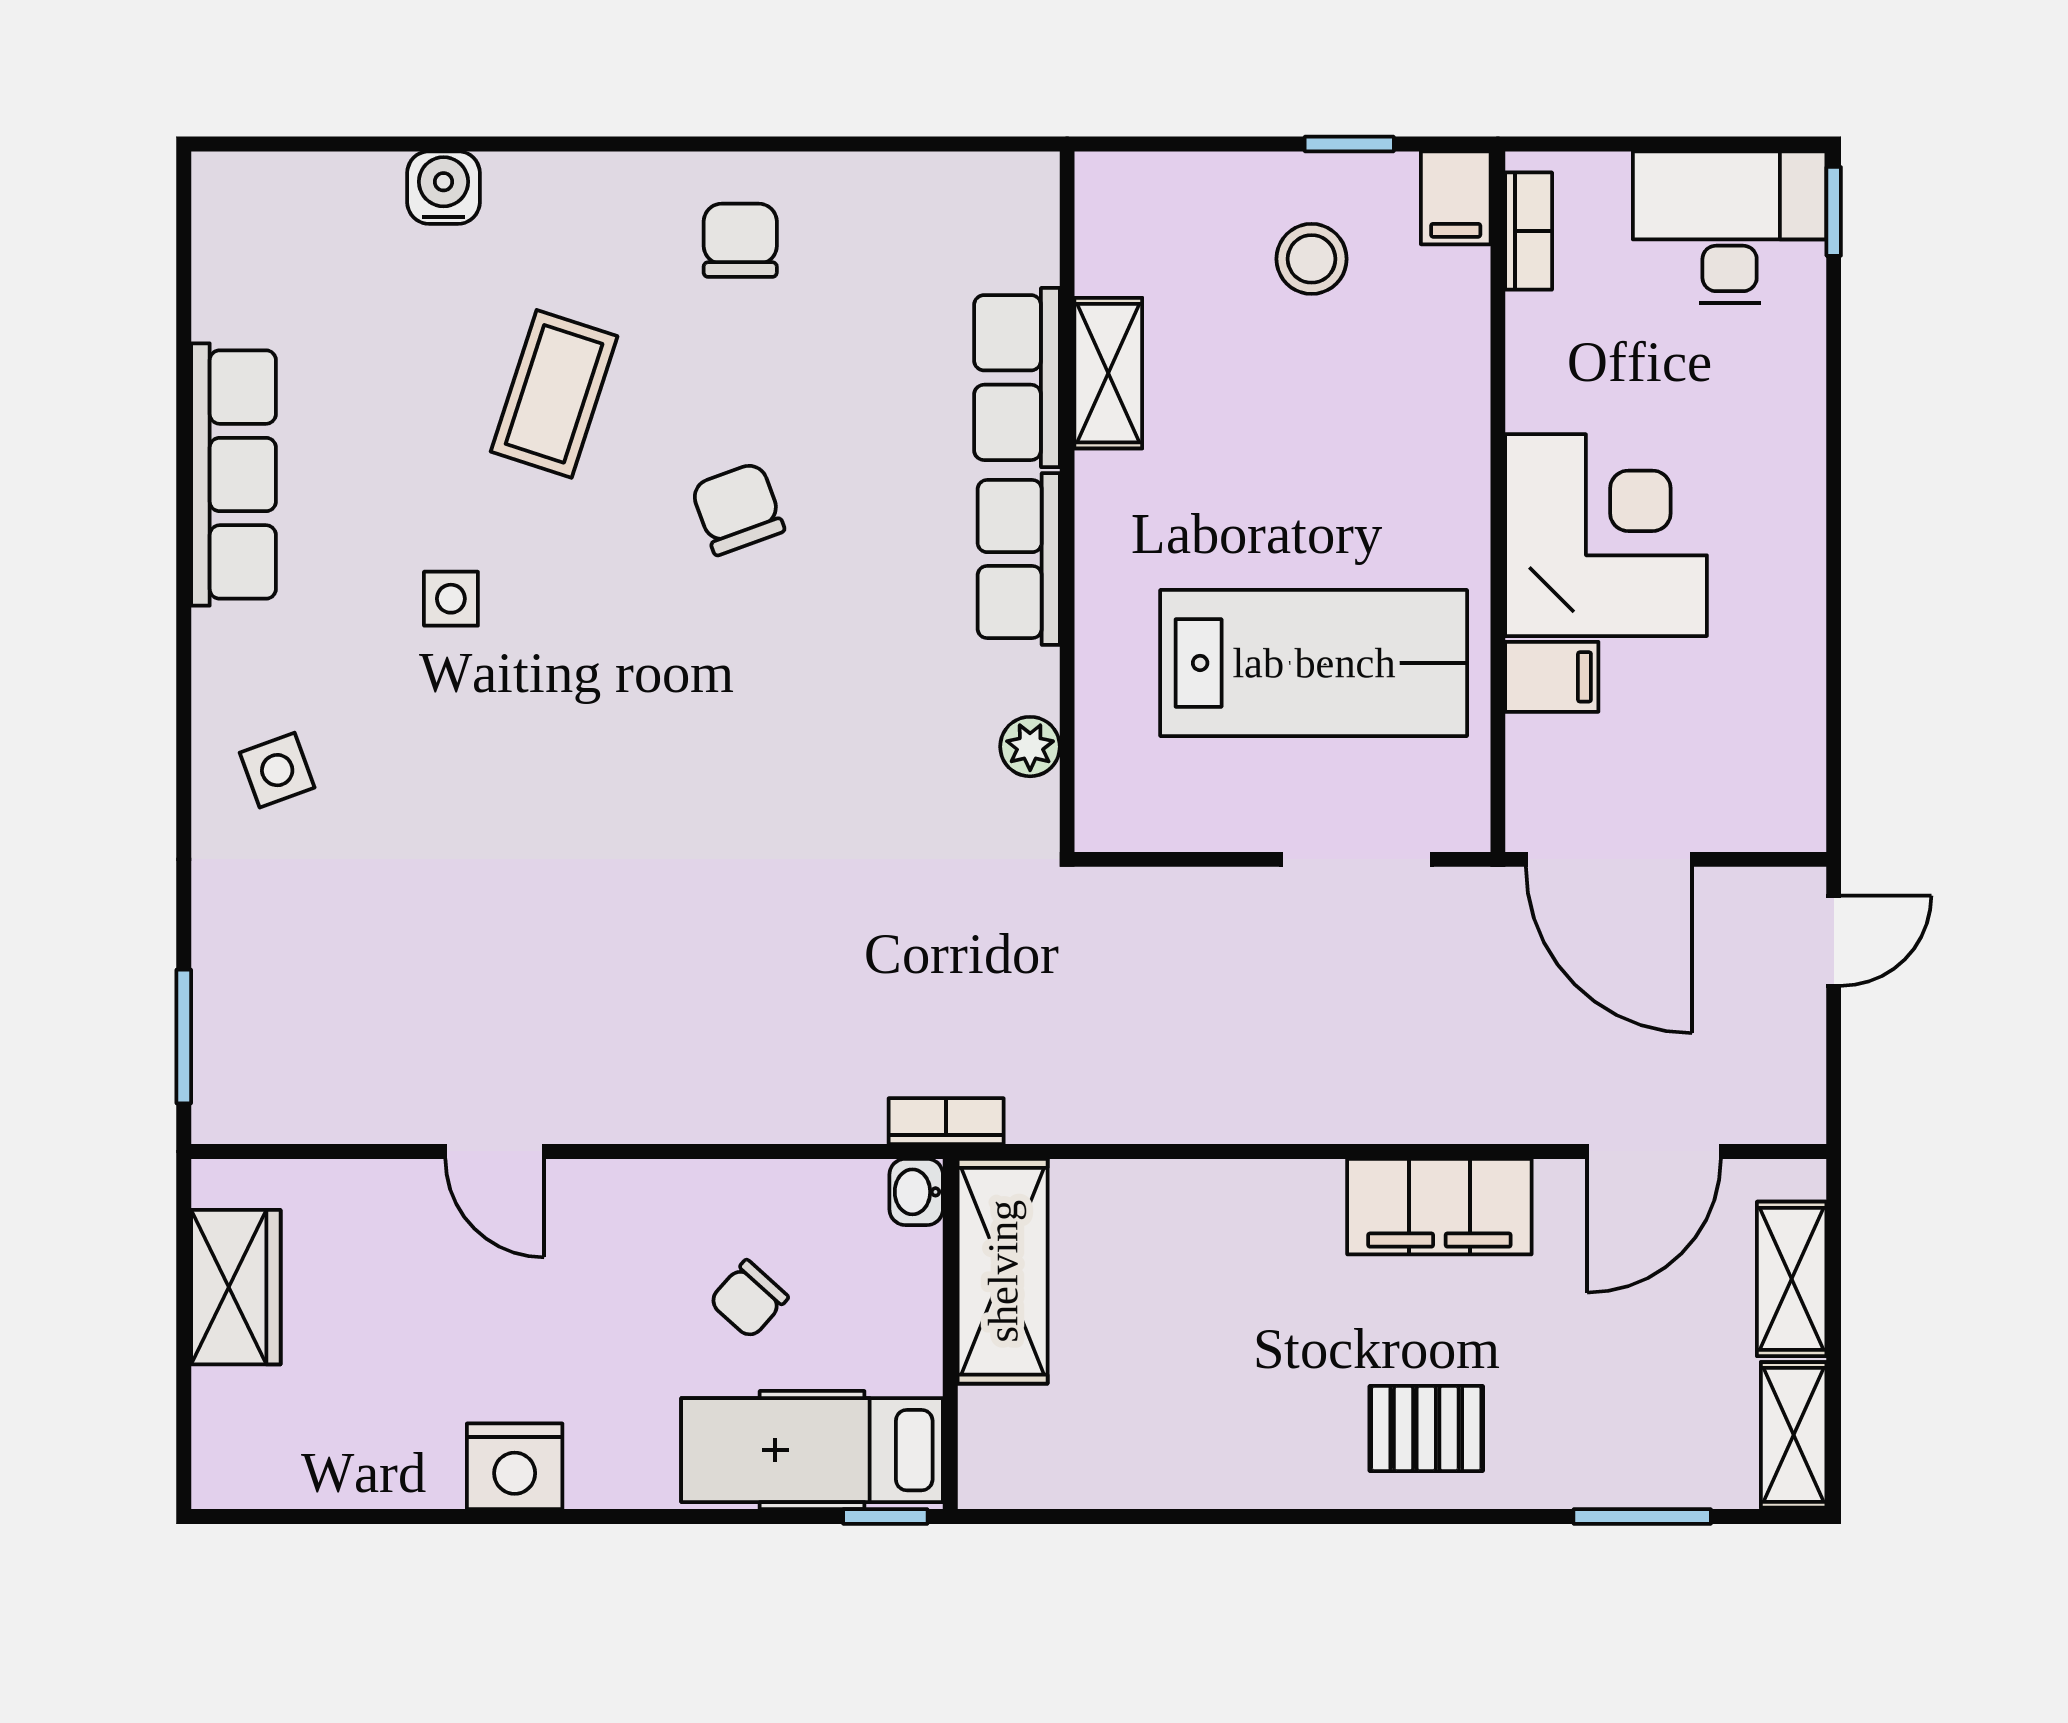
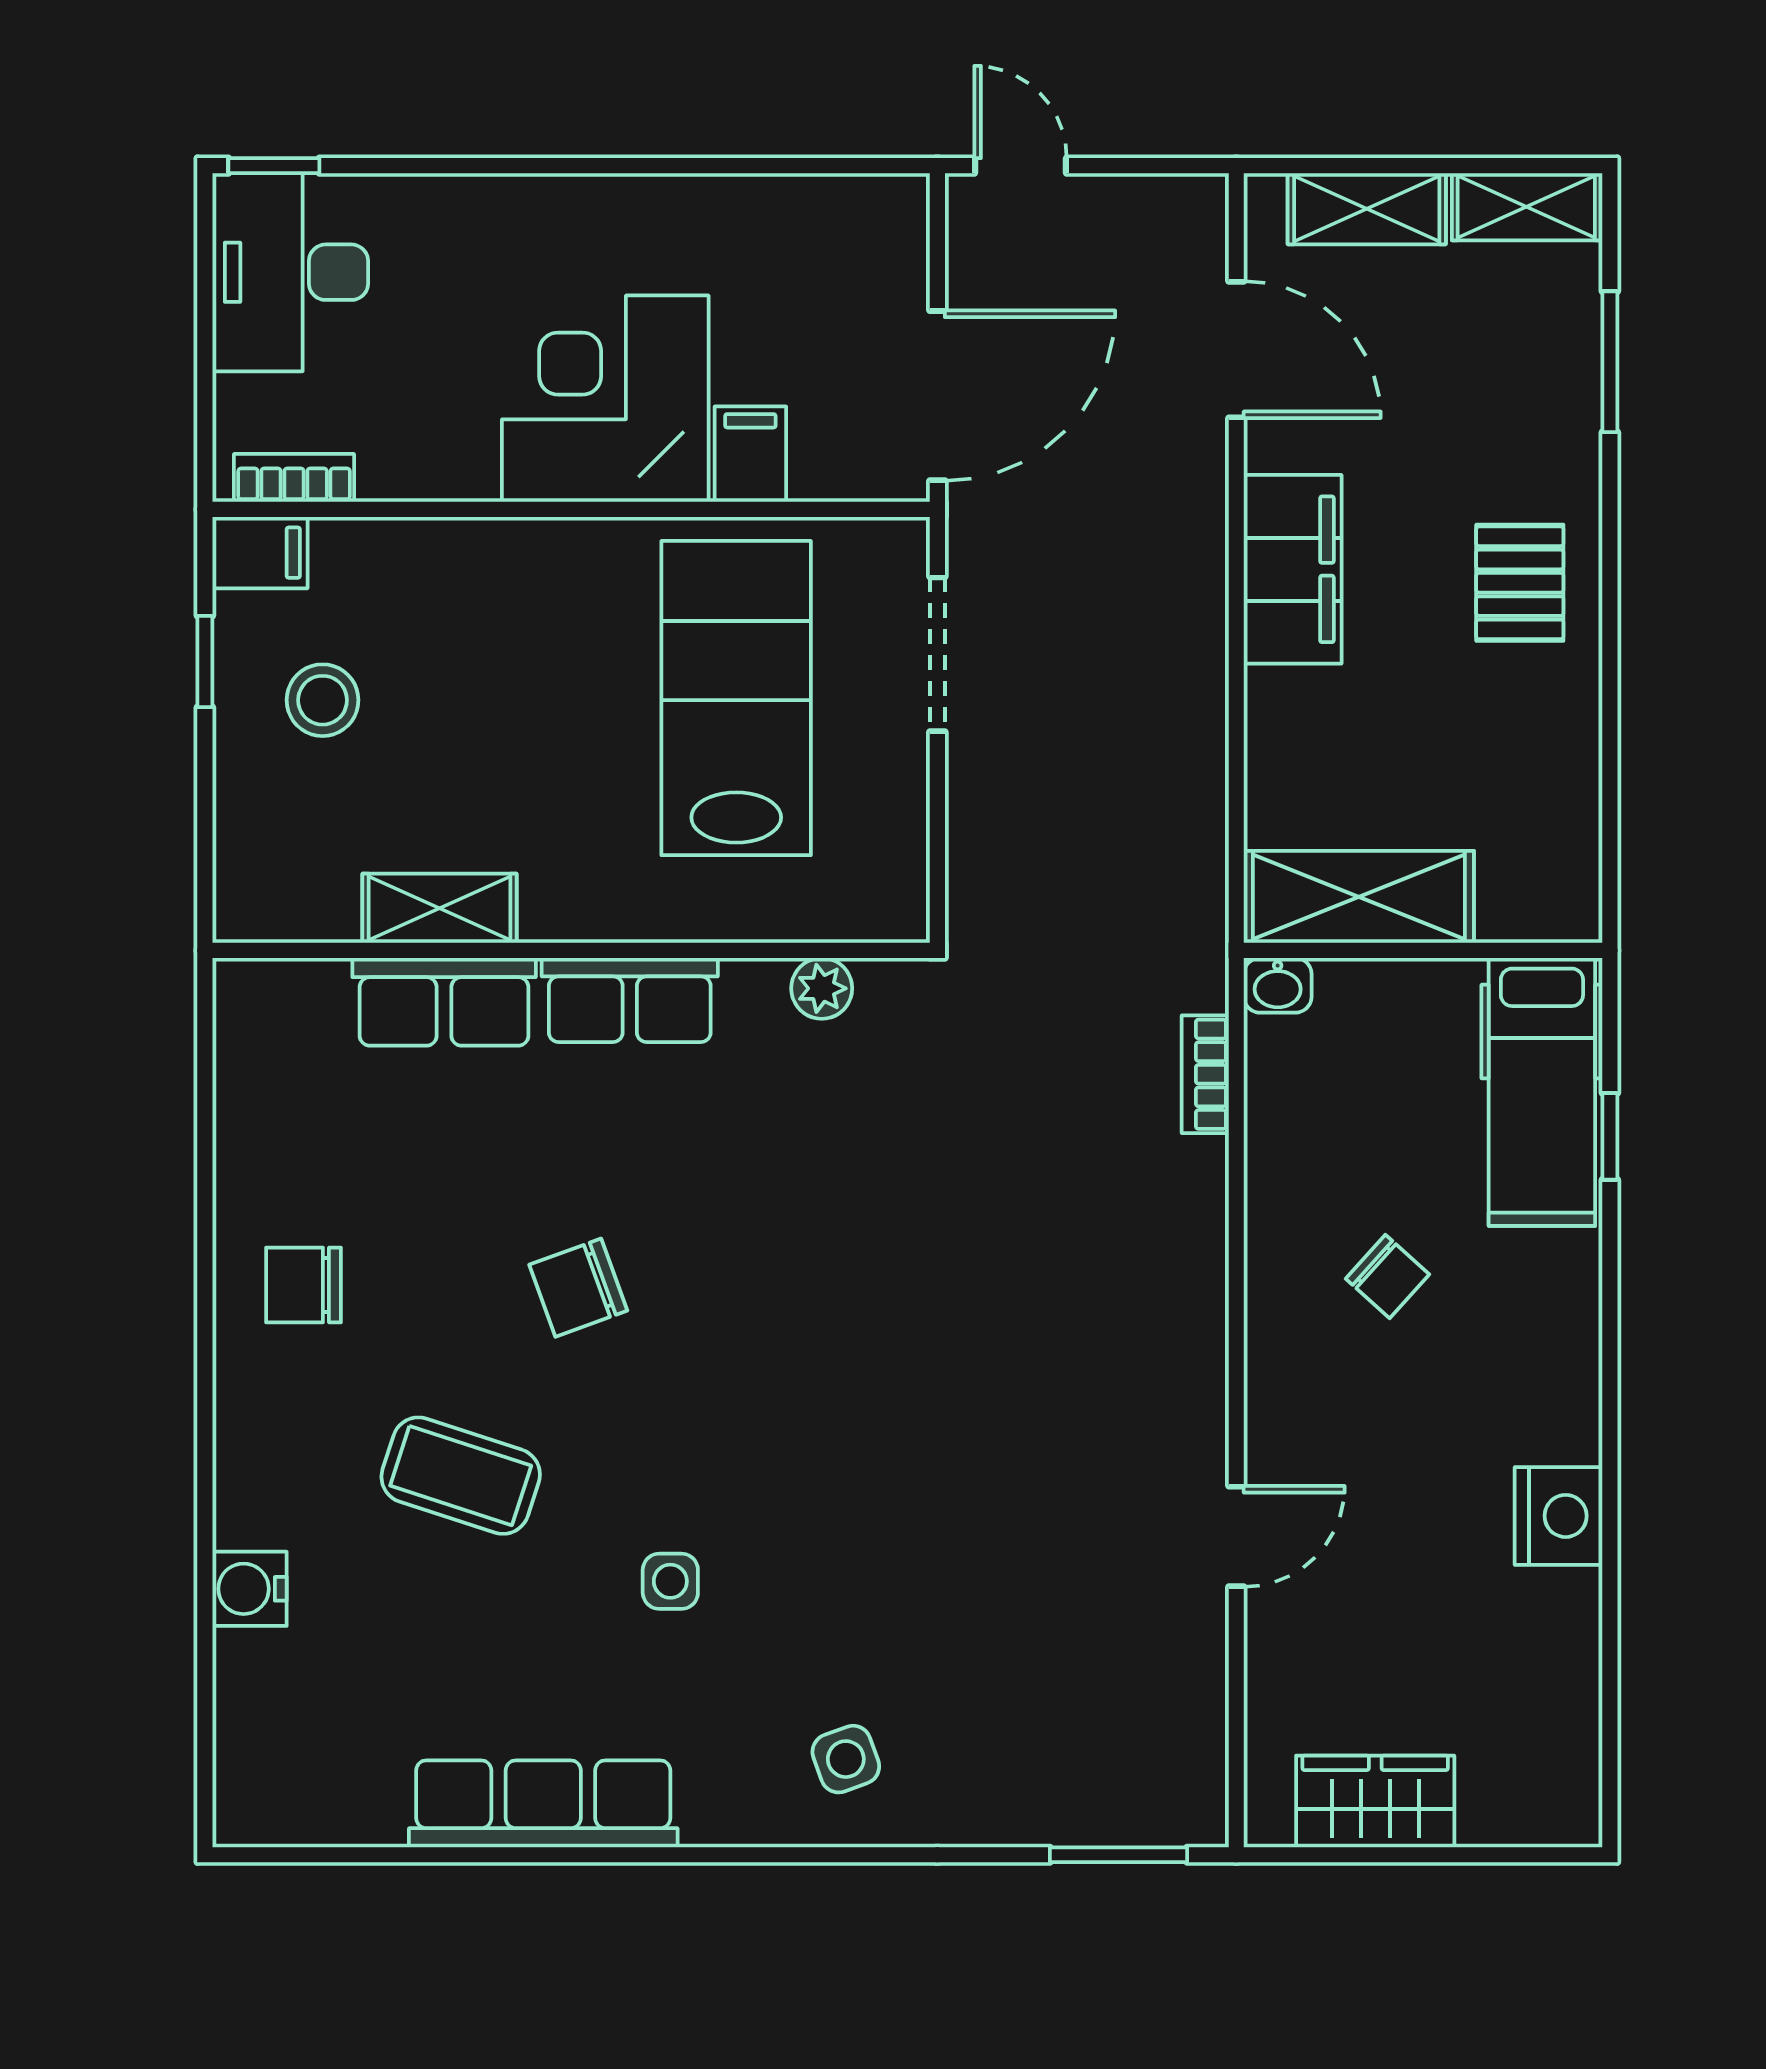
washbasin: (916, 1192) -> (1278, 985), moved
shelving: (1003, 1271) -> (1359, 897), moved
wall: (950, 1334) -> (1423, 950), moved
hospital bed: (812, 1450) -> (1542, 1092), moved

